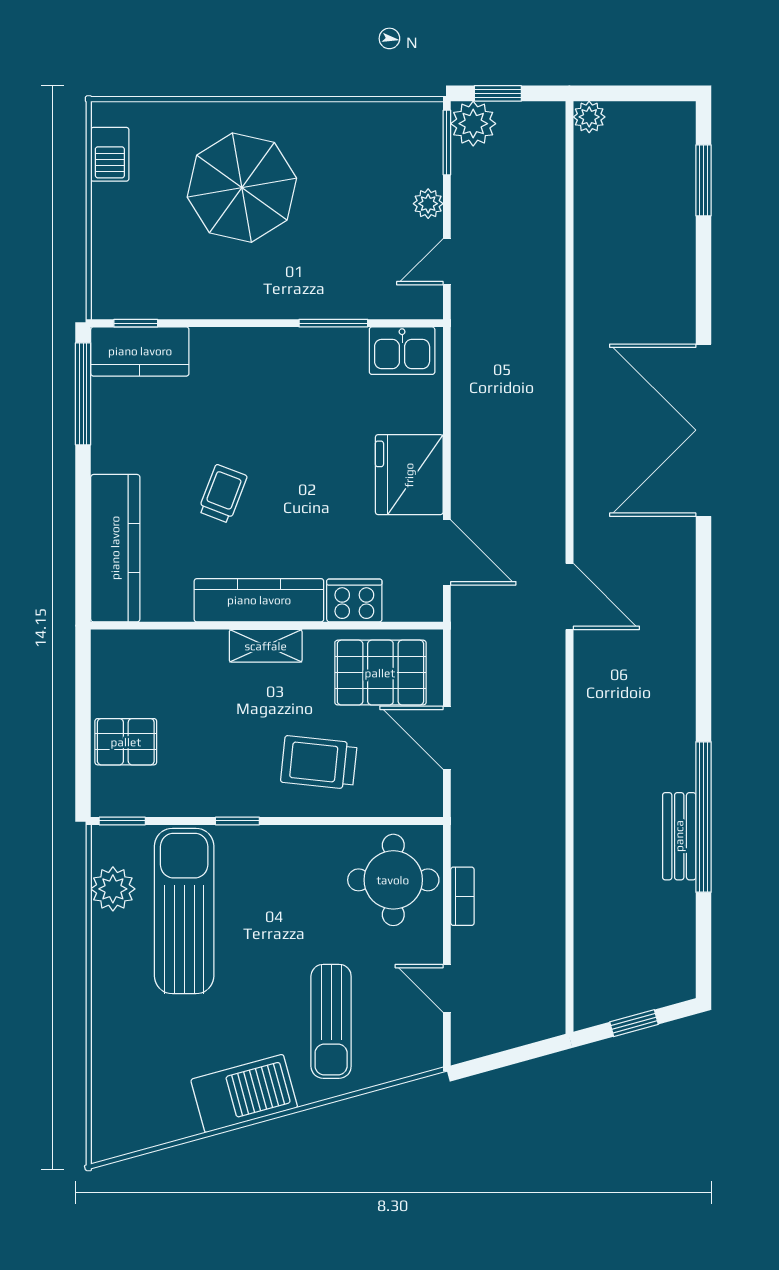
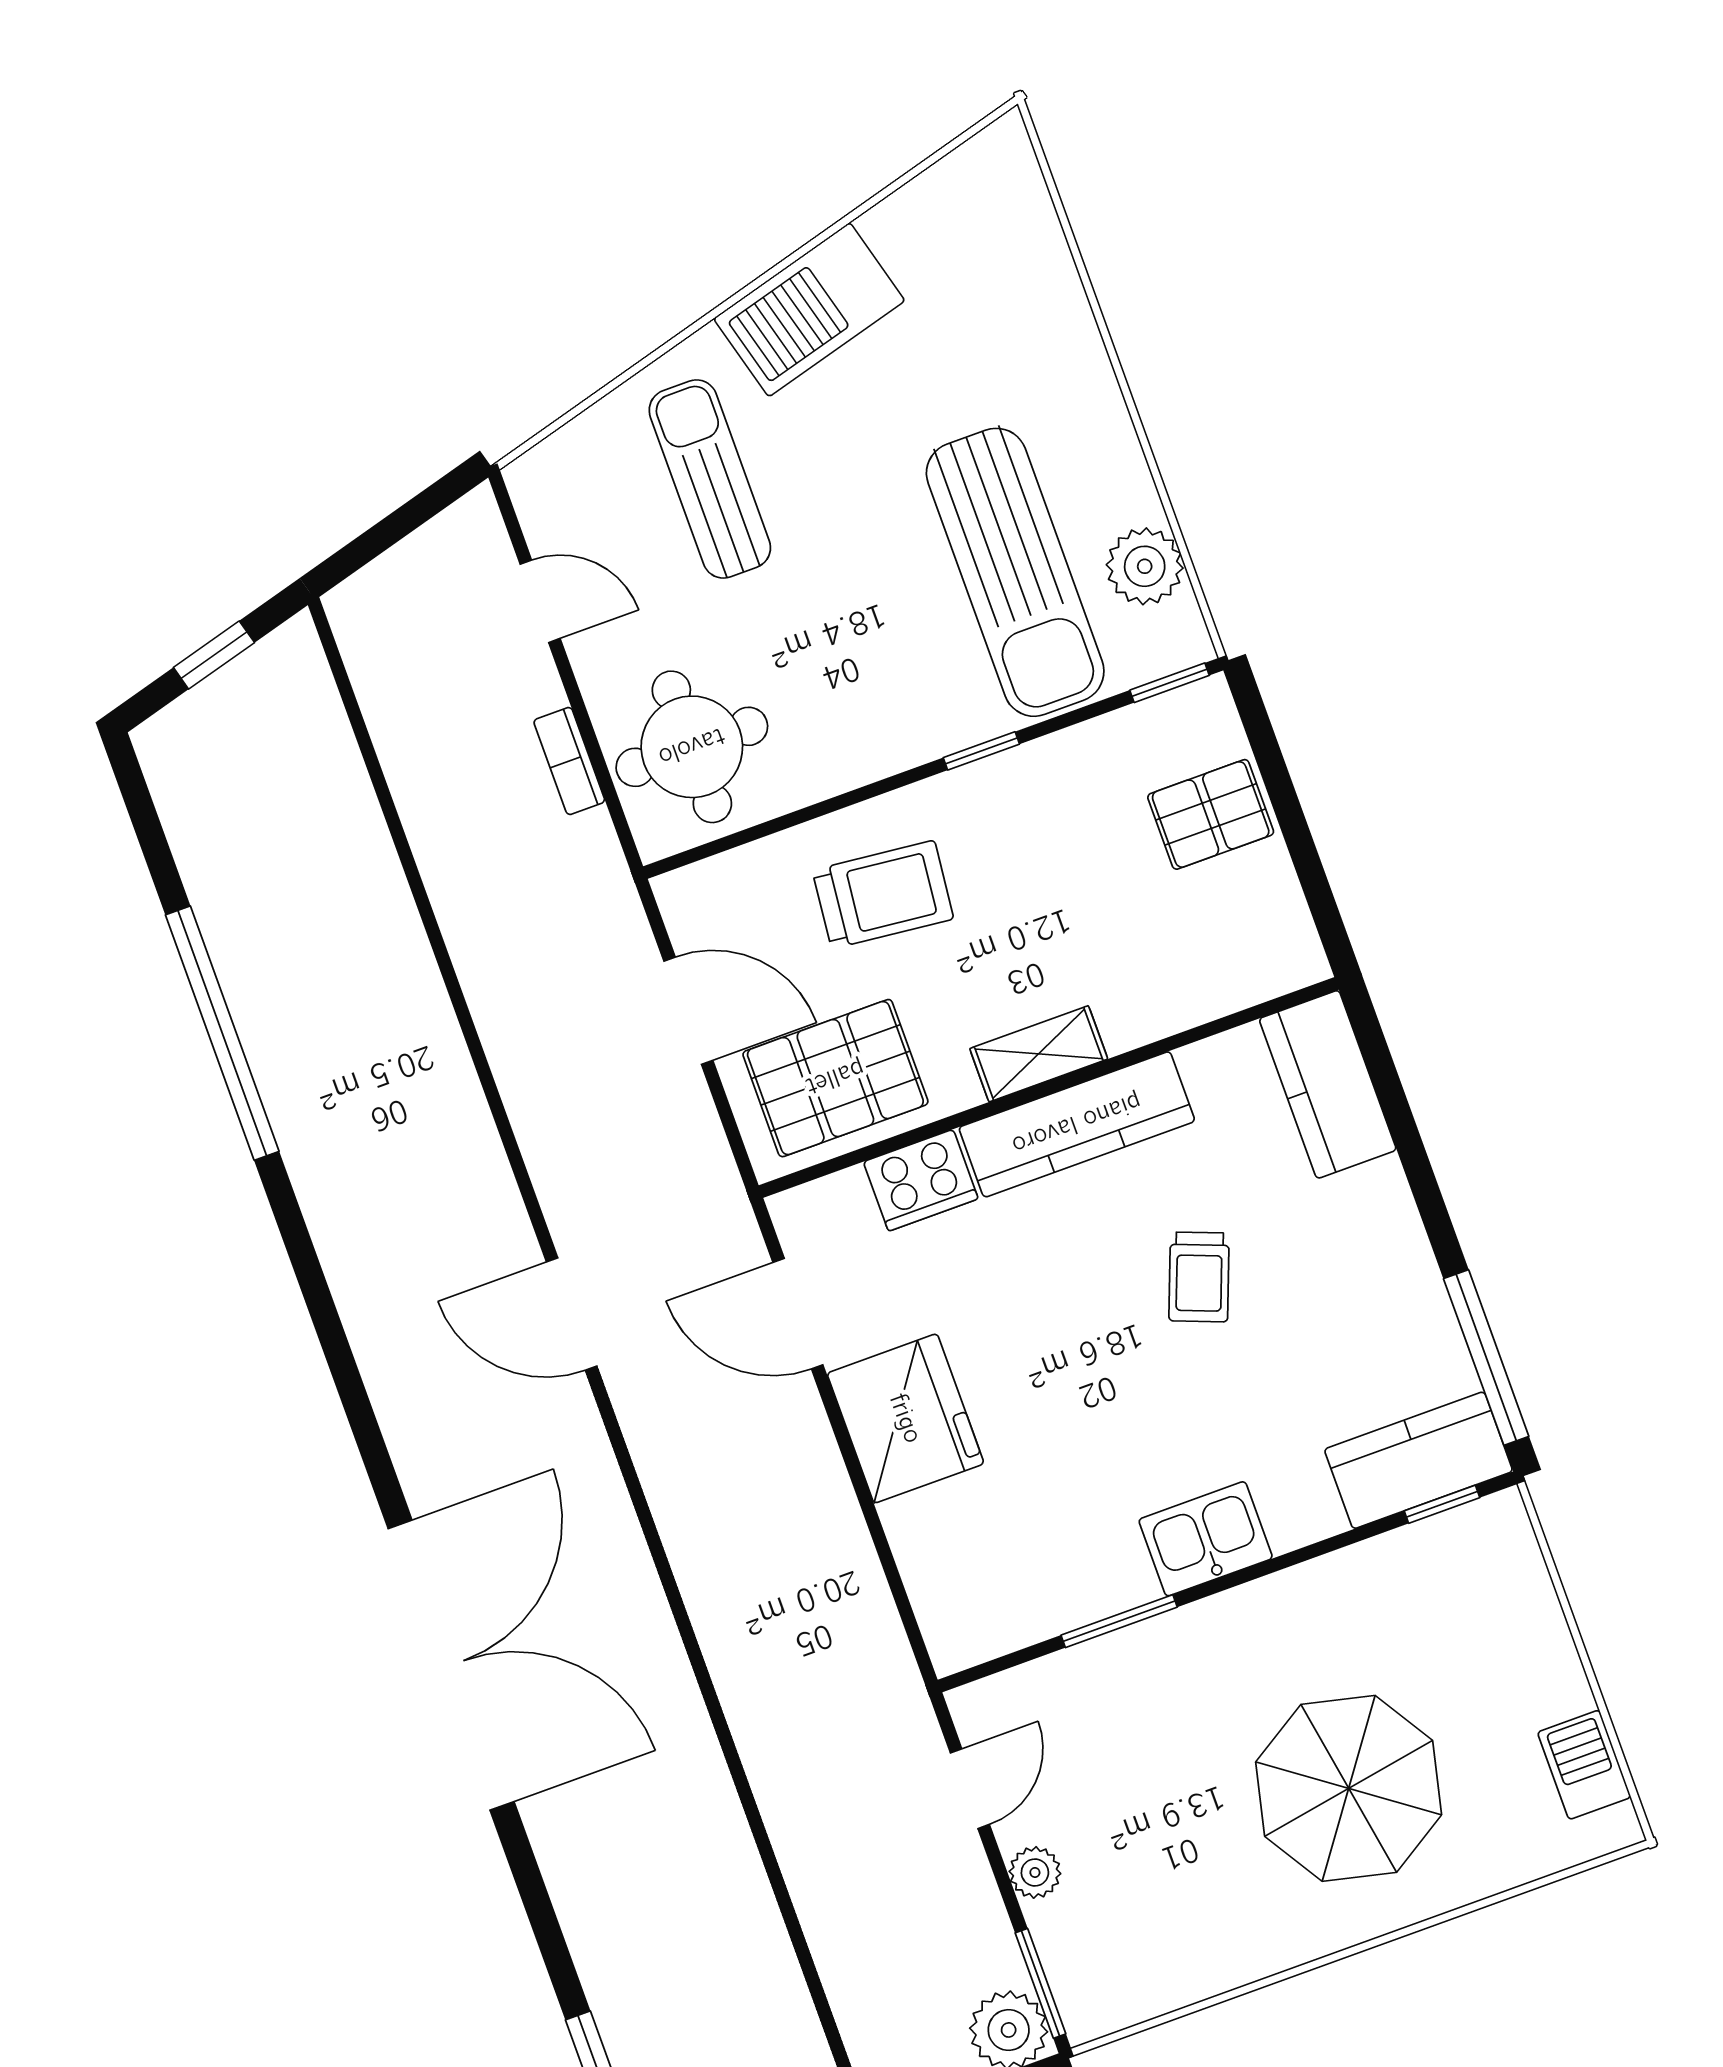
kitchen sink: (402, 351) -> (1206, 1539), moved
kitchen counter: (115, 548) -> (1328, 1084), width x0.67
bench: (679, 836) -> (251, 987), removed

